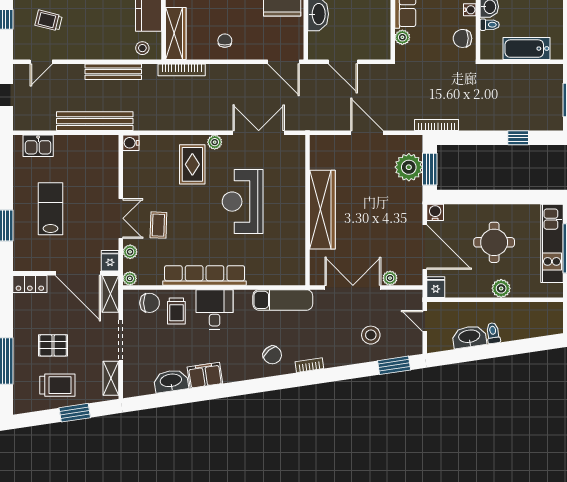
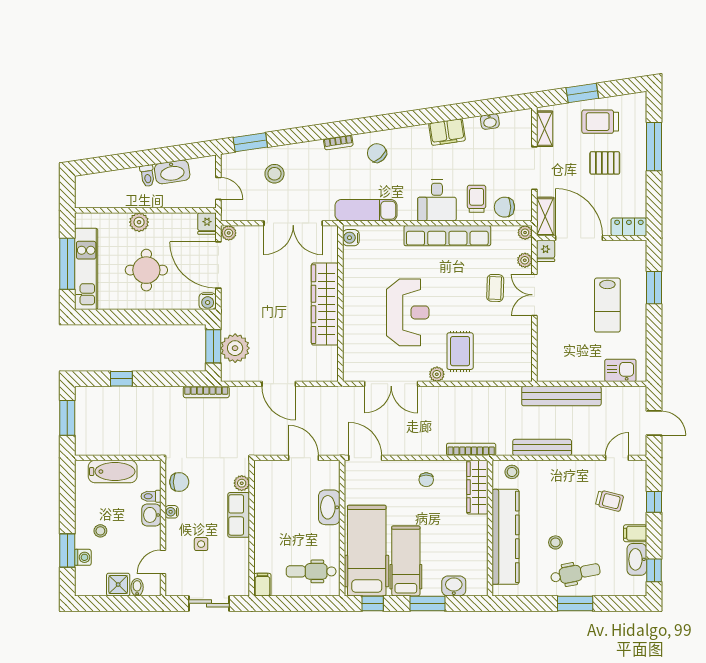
water cooler: (131, 143) -> (351, 238), moved, turned 180
plant: (390, 278) -> (229, 233), moved
washbasin: (171, 381) -> (490, 122), width x0.52, depth x0.69

